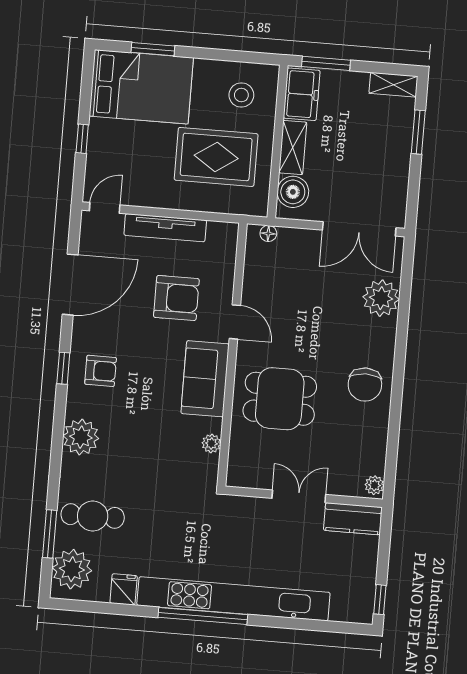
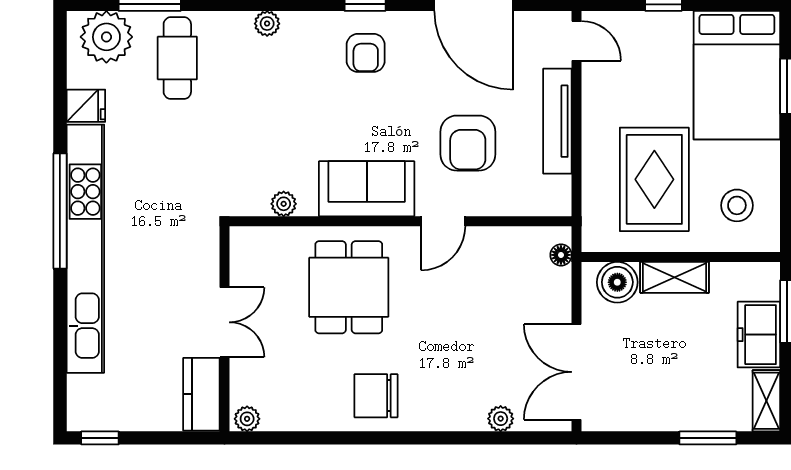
freezer: (302, 94) -> (759, 335), moved, turned 90
plant: (381, 298) -> (501, 419), width x0.53, depth x0.53
plant: (81, 437) -> (267, 24), width x0.53, depth x0.53

